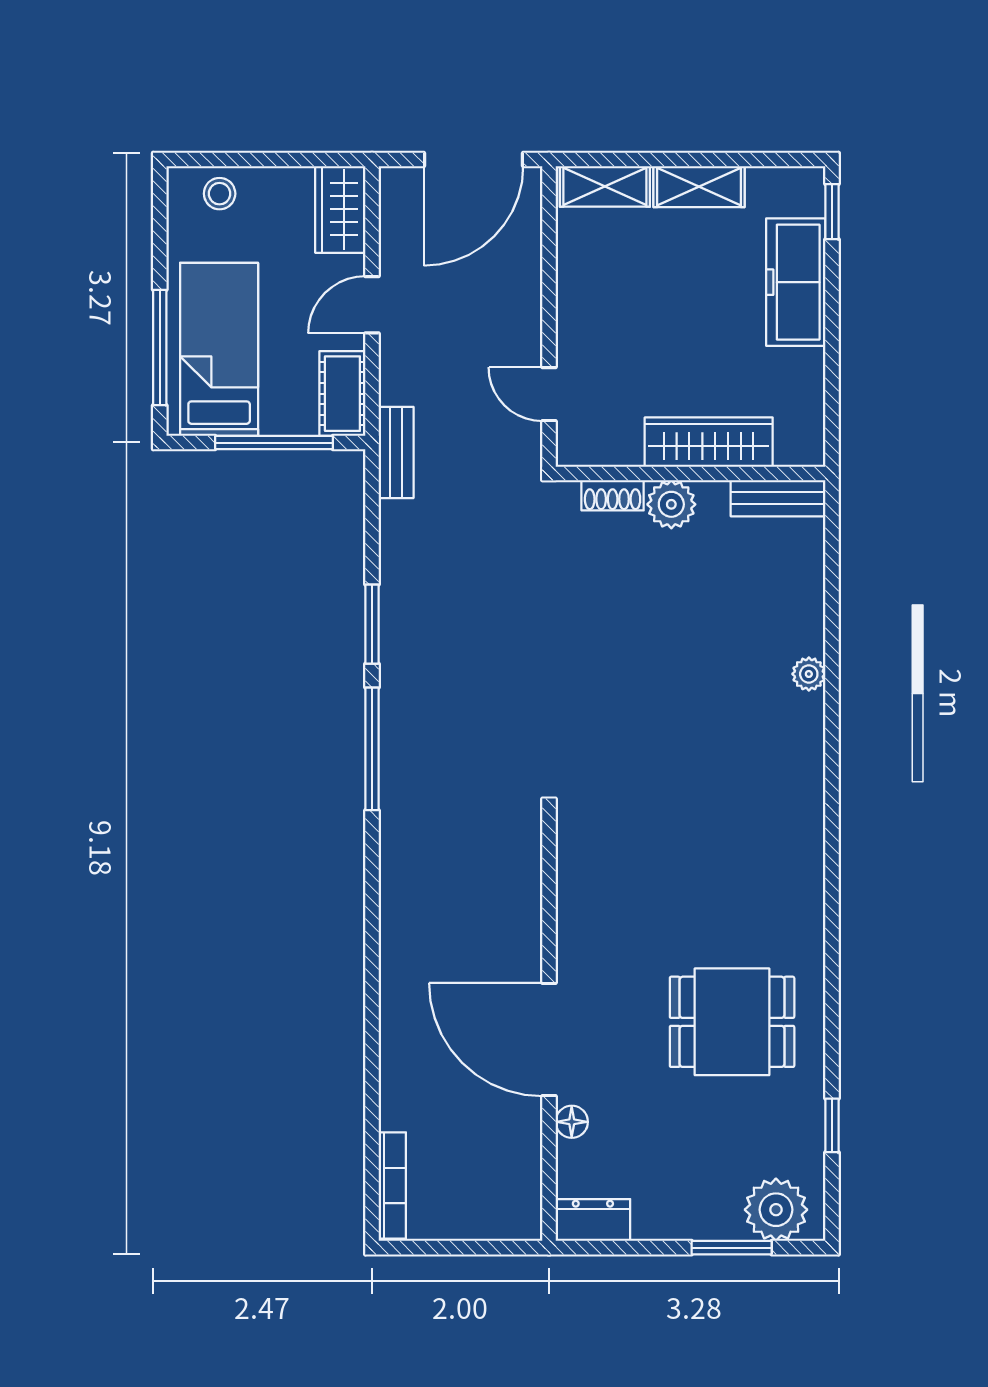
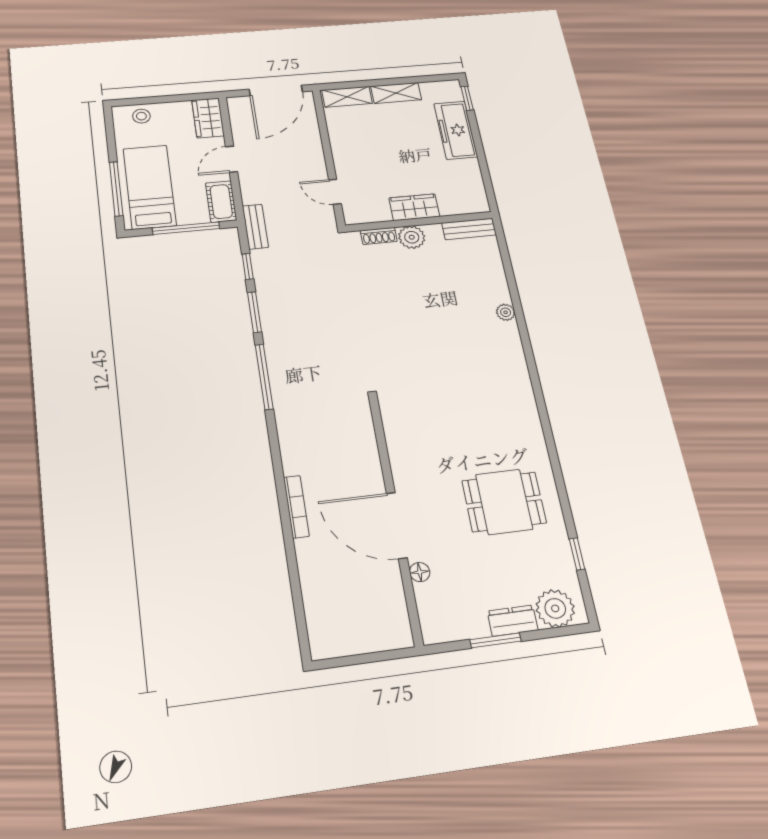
wardrobe: (709, 442) -> (414, 207), width x0.67
window: (372, 532) -> (248, 266), added
bookcase: (392, 1185) -> (296, 507), moved
dresser: (593, 1220) -> (513, 621), moved
window: (732, 1248) -> (495, 640), moved

